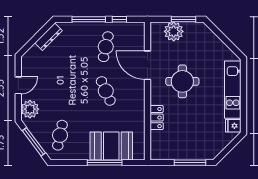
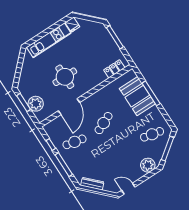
door: (18, 85) -> (128, 189), moved
locker: (157, 118) -> (114, 69), moved

